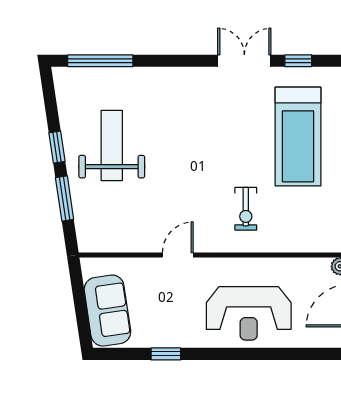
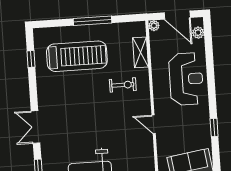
double door: (244, 61) -> (36, 127), moved
shelving: (297, 241) -> (141, 52), added
plant: (323, 338) -> (198, 33), added

